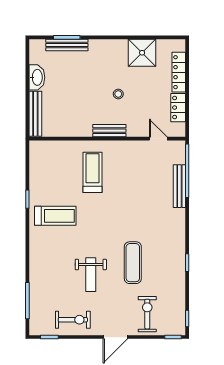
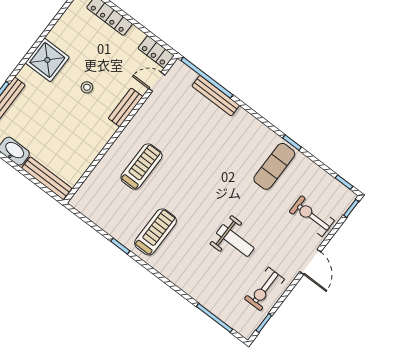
shower: (142, 53) -> (47, 60), moved
locker: (178, 108) -> (156, 52), moved
bench: (109, 131) -> (126, 107), moved
treadmill: (93, 172) -> (141, 167), turned 90
exercise mat: (133, 263) -> (274, 166), moved, turned 90
exercise bike: (73, 320) -> (264, 289), turned 180

